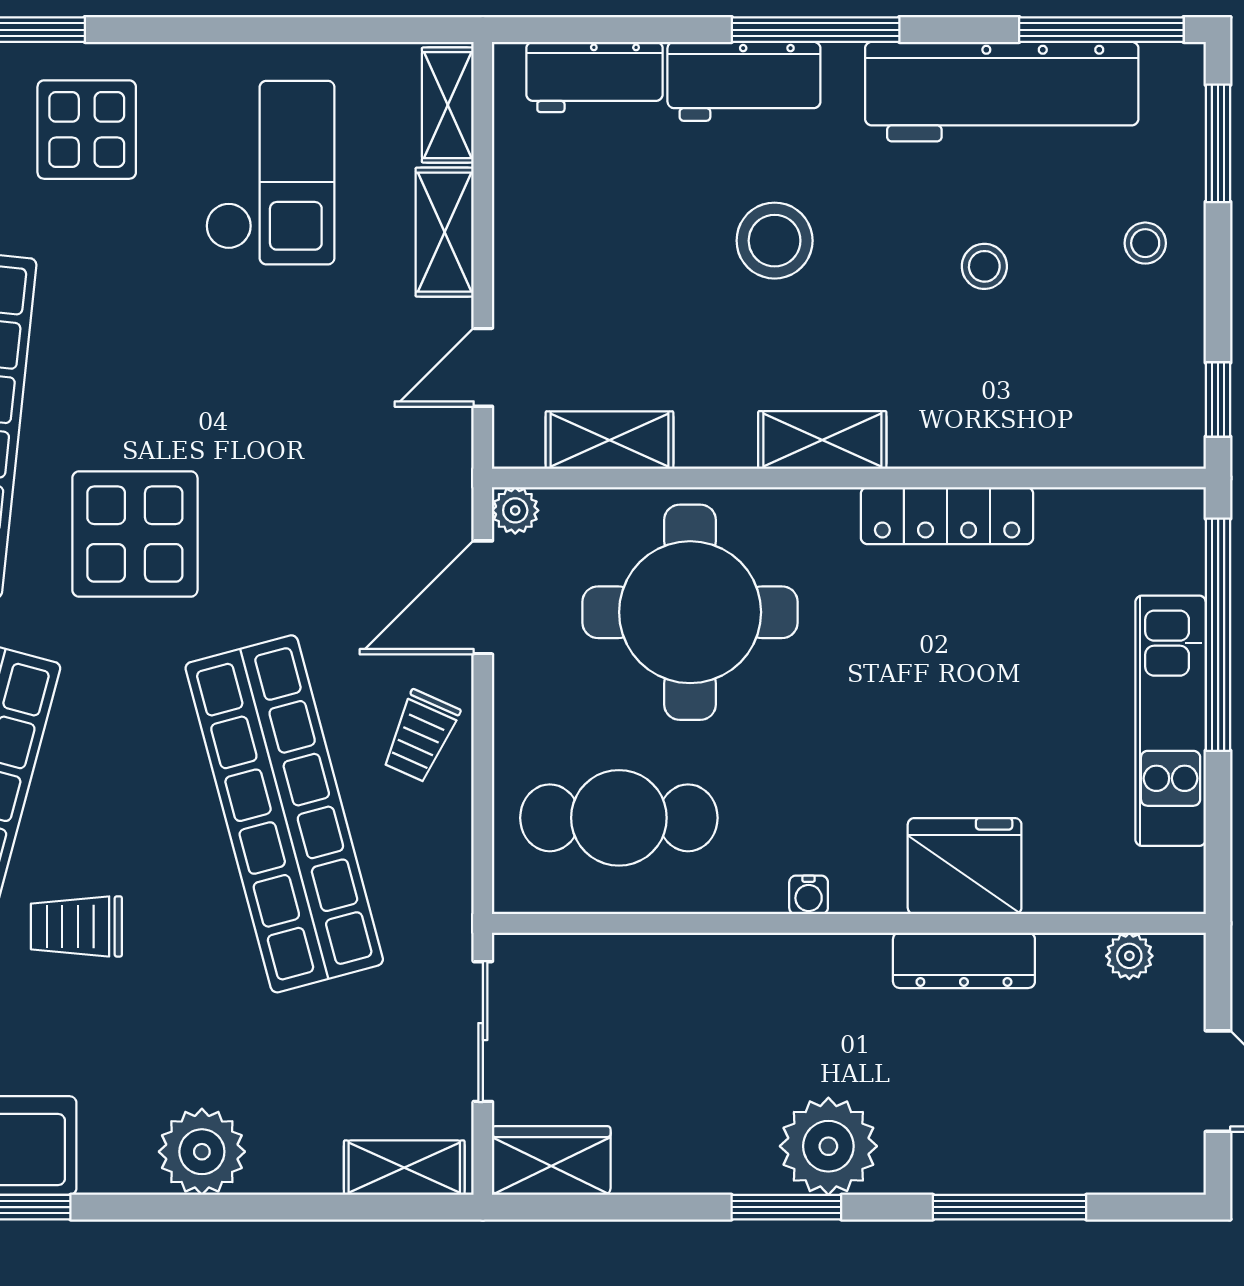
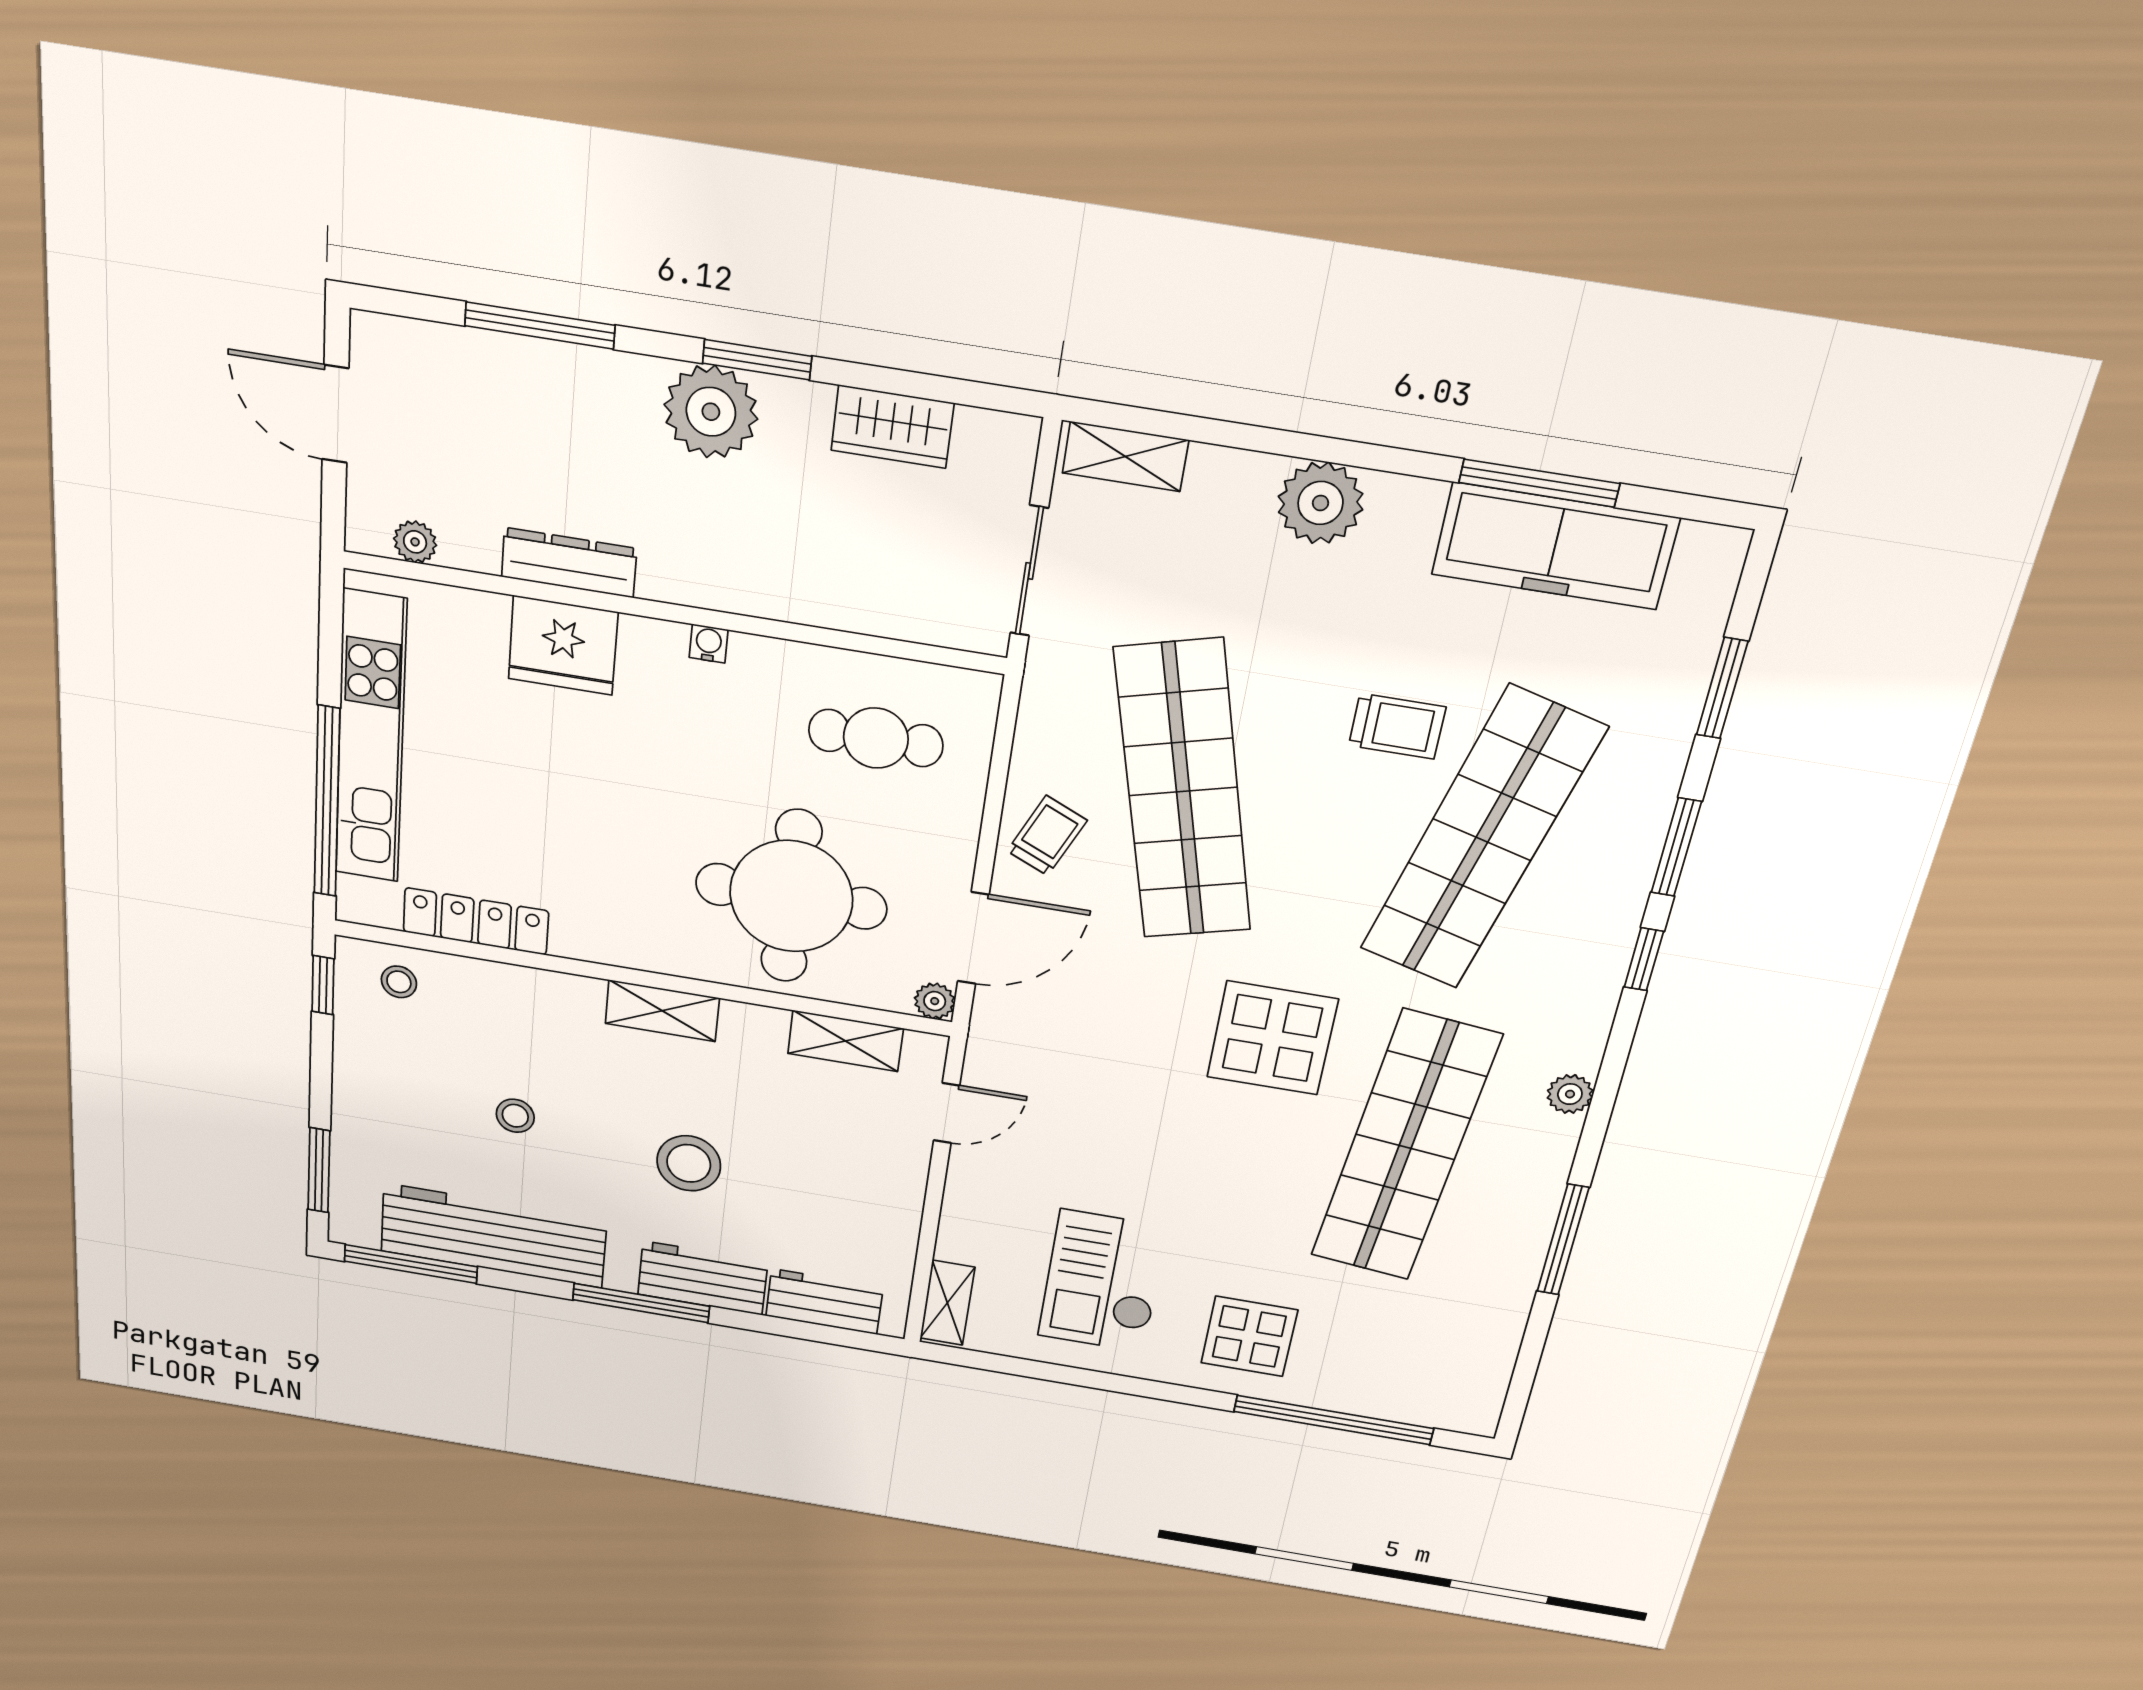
shelving: (445, 232) -> (964, 1216), removed
stool: (1145, 243) -> (399, 982), moved
locker: (947, 516) -> (476, 921), moved
kitchen unit: (1171, 721) -> (371, 738), width x1.36
cafe table: (619, 818) -> (876, 738), width x0.73, depth x0.74
wardrobe: (551, 1160) -> (892, 427), moved

